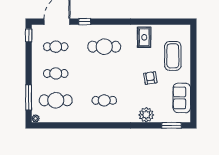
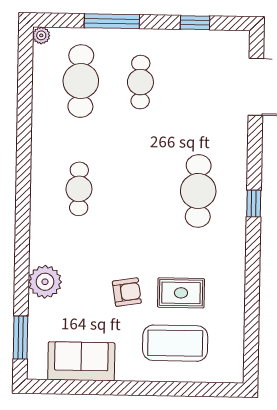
window: (85, 22) -> (254, 204), moved
window: (29, 35) -> (195, 23), moved
rug: (144, 37) -> (181, 293), moved
cafe table: (56, 47) -> (200, 83), removed
window: (29, 97) -> (112, 21), moved

